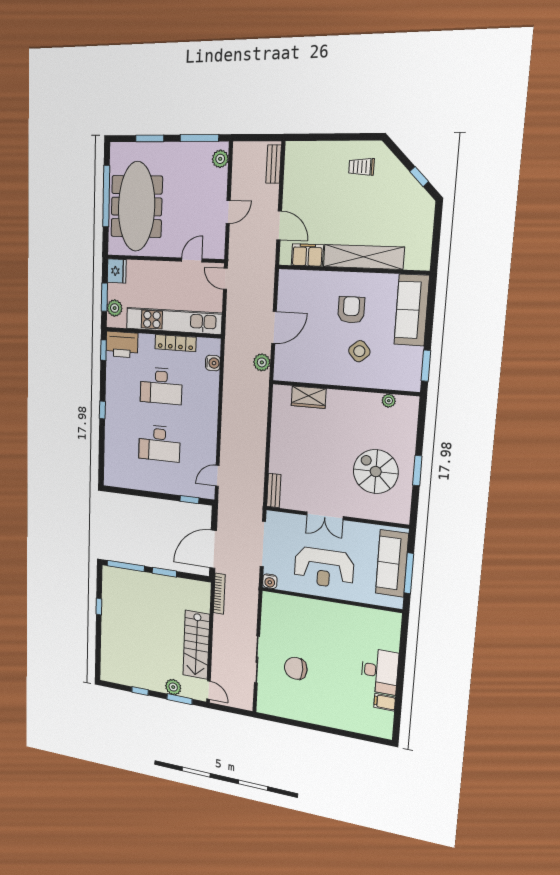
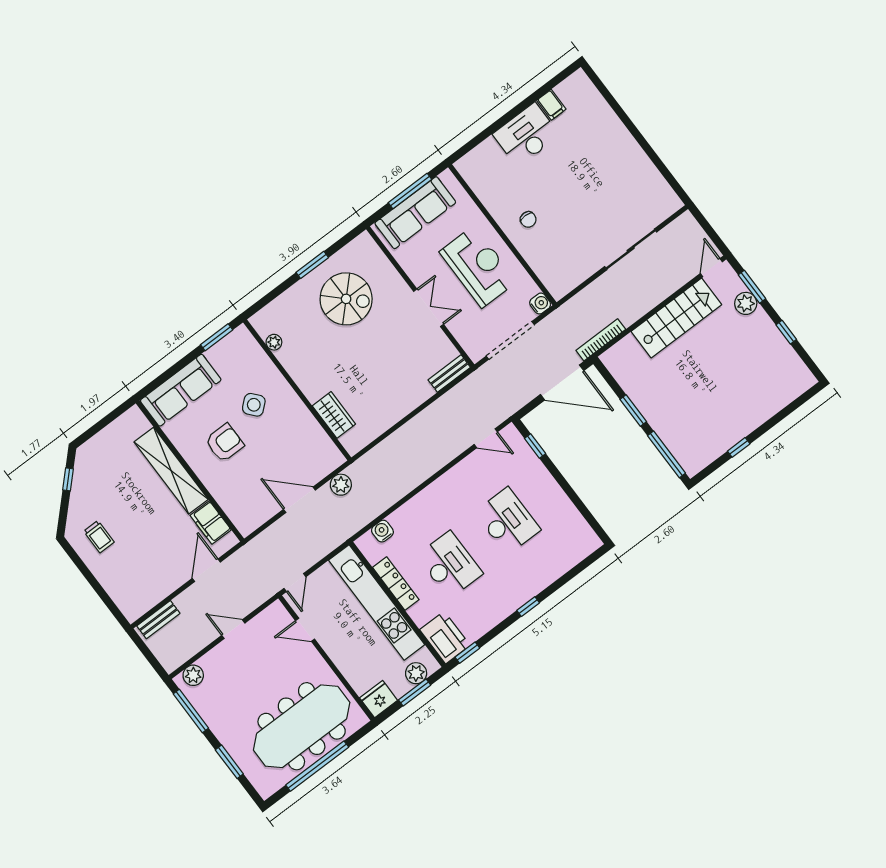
armchair: (351, 310) -> (225, 443), turned 180
spiral stairs: (376, 472) -> (346, 299), turned -90
chair: (296, 668) -> (528, 219), moved, width x0.54, depth x0.54

